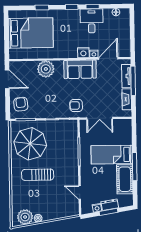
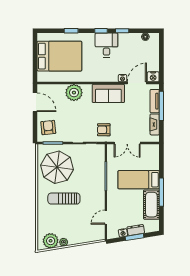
desk: (92, 21) -> (106, 45), moved
nightstand: (83, 53) -> (153, 77), moved
door: (80, 192) -> (106, 217), hinge flipped

